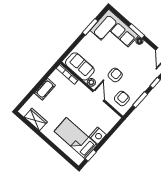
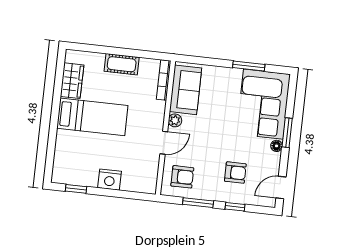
armchair: (115, 75) -> (235, 173), moved
bed: (76, 138) -> (92, 117), moved, turned 90

